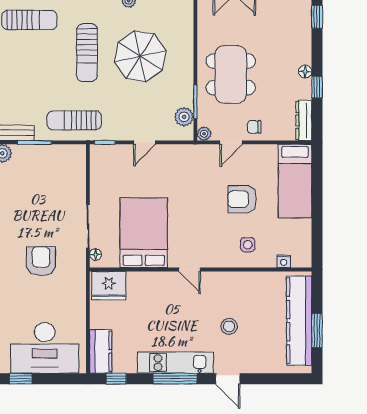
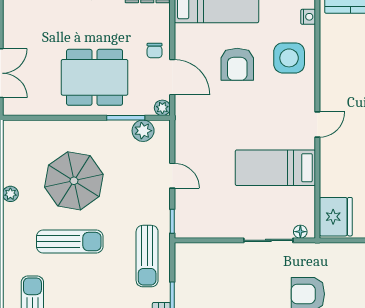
door: (231, 142) -> (172, 77), width x1.37
bed: (144, 233) -> (275, 168), width x0.67
side table: (248, 245) -> (289, 58), width x1.87, depth x1.87

